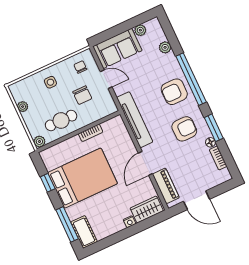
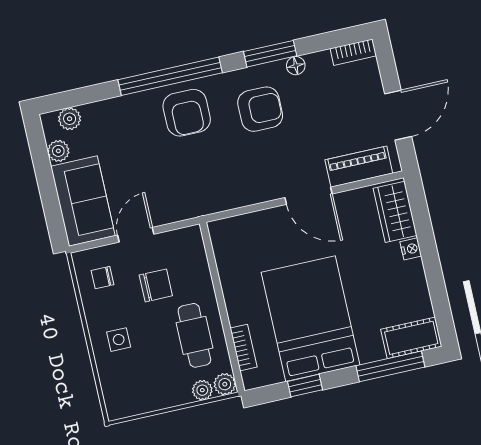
plant: (165, 47) -> (70, 119), moved
plant: (23, 107) -> (202, 390), moved
tv unit: (135, 120) -> (223, 198), removed
armchair: (184, 129) -> (260, 109), turned 90
bookcase: (91, 133) -> (244, 348), moved
bookcase: (218, 158) -> (353, 52), moved

